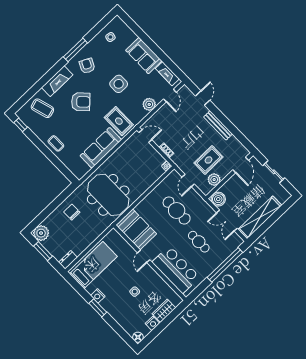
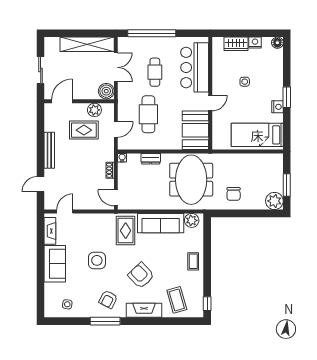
plant: (149, 104) -> (192, 220), moved
dresser: (68, 260) -> (151, 159), moved

